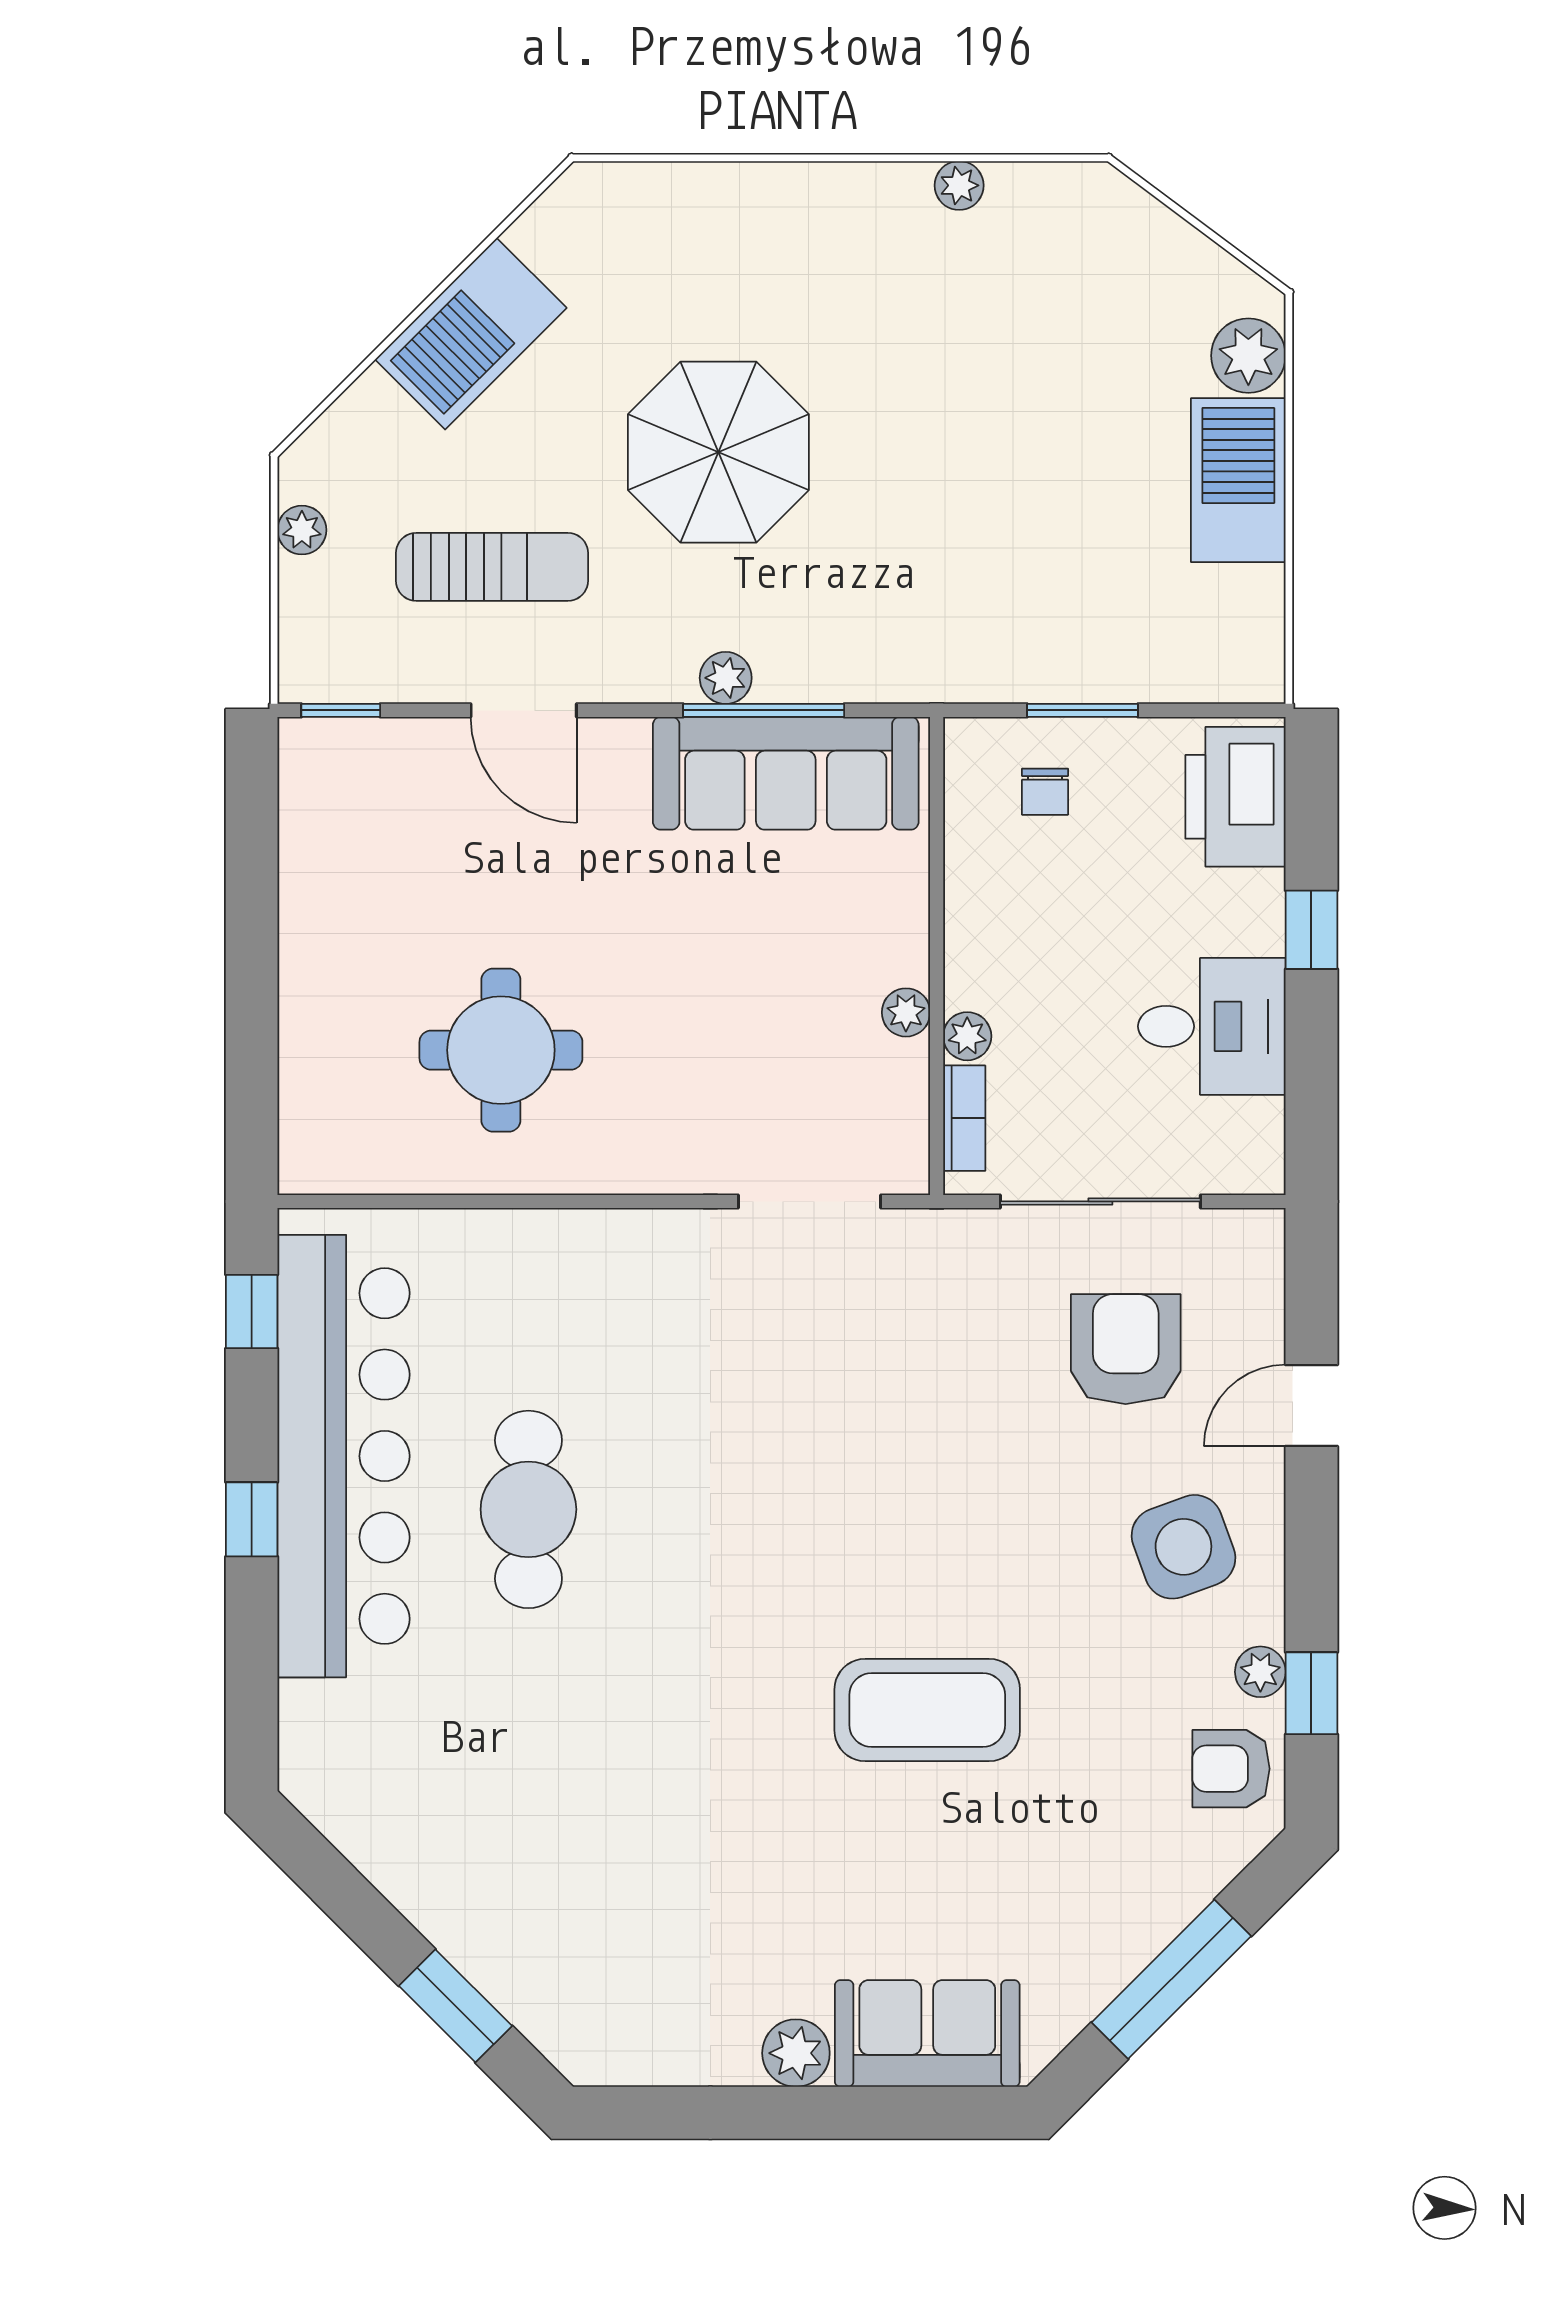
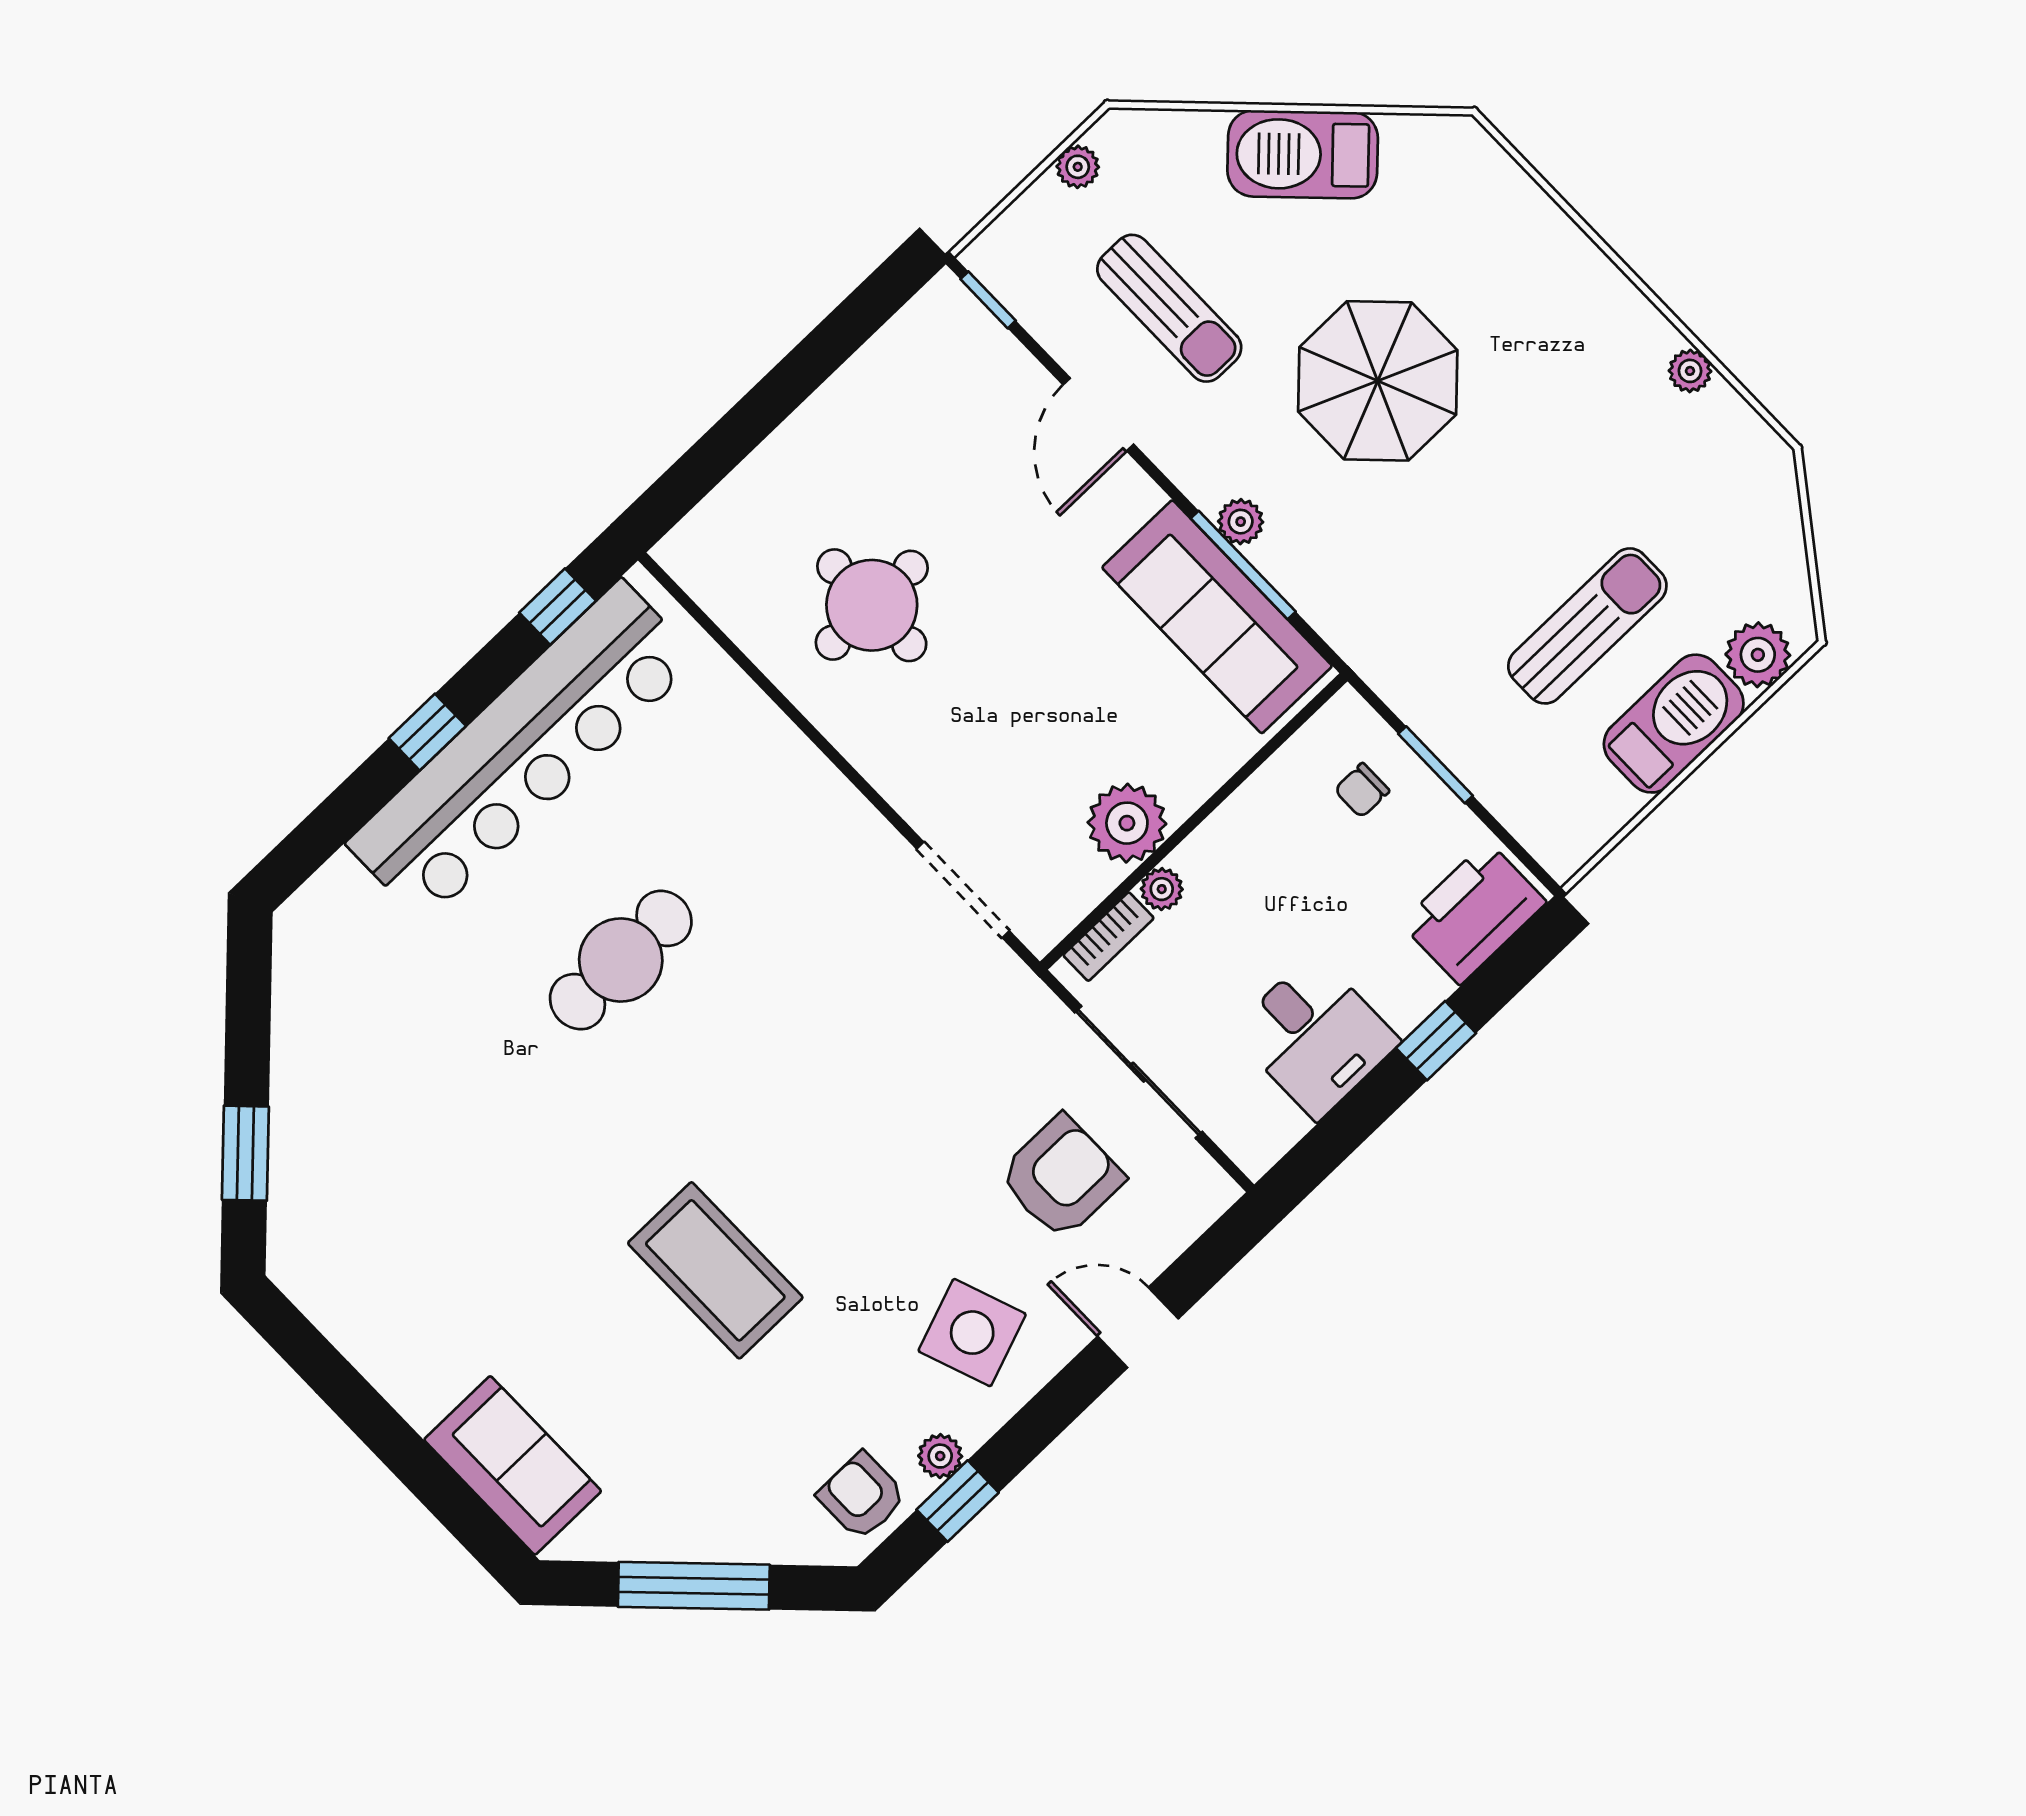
sun lounger: (1089, 474) -> (1587, 626), added
plant: (906, 1012) -> (1127, 823), width x1.87, depth x1.87
cafe table: (528, 1509) -> (621, 960), moved
plant: (796, 2053) -> (421, 1395), removed

